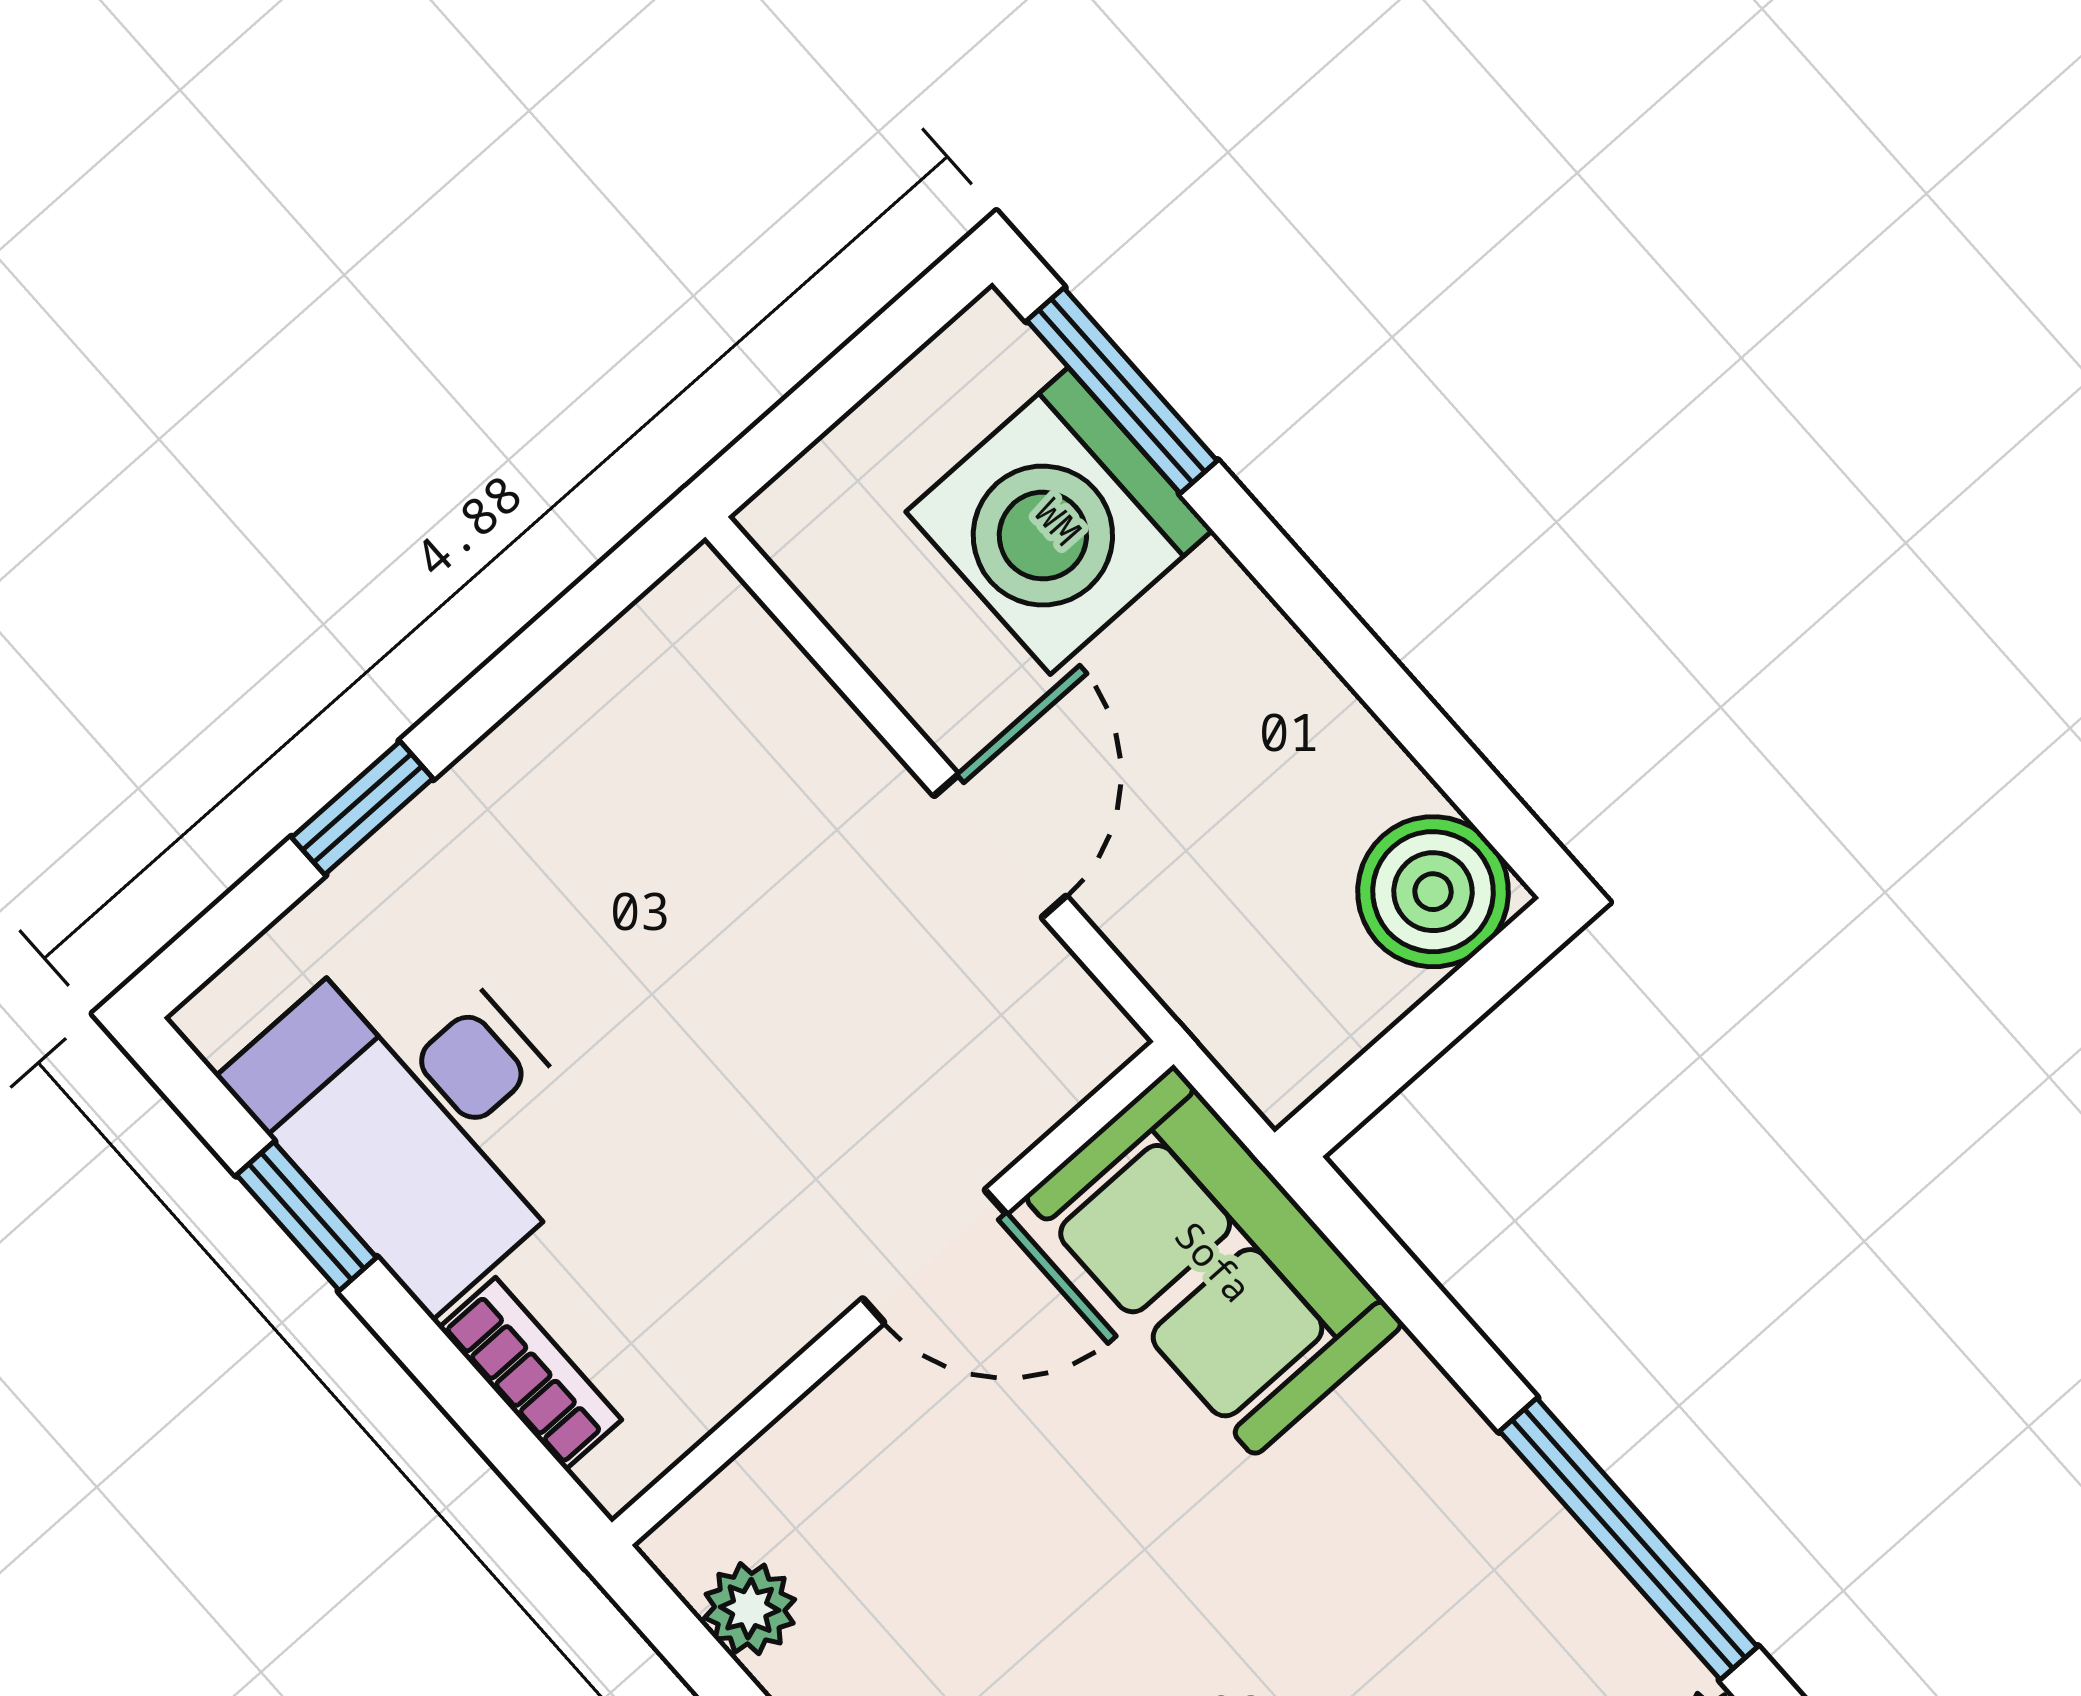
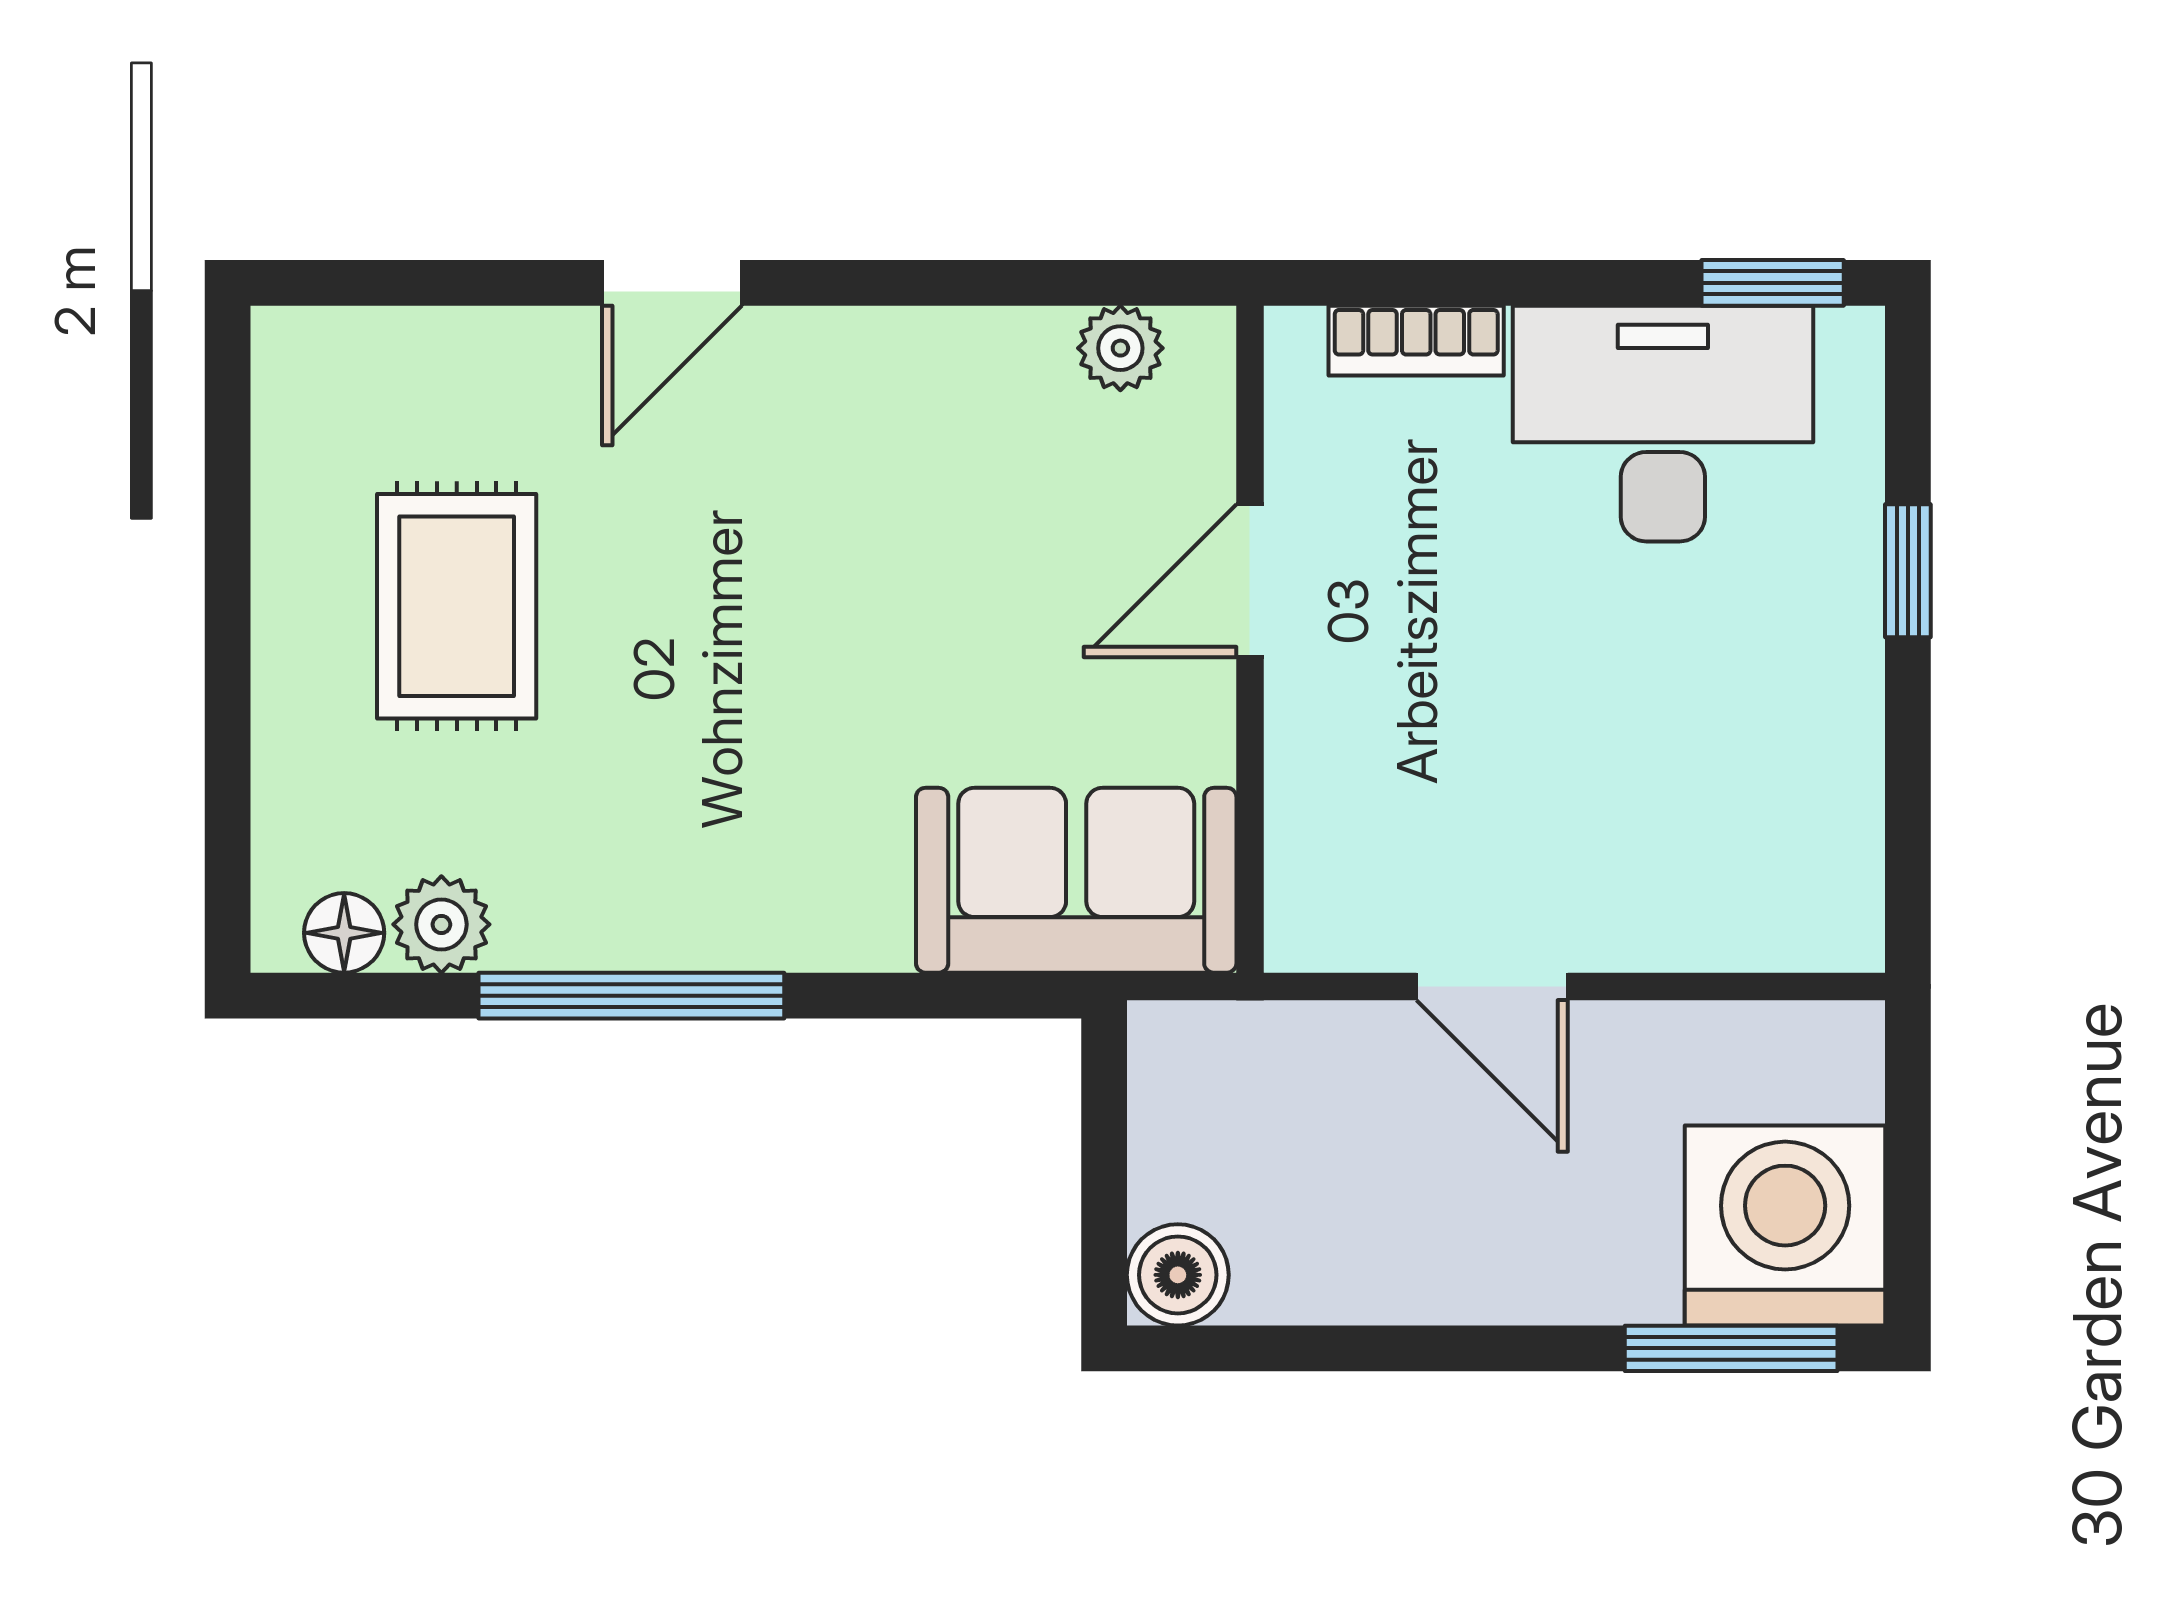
washing machine: (1059, 521) -> (1785, 1226), moved
boiler: (1433, 892) -> (1178, 1275), width x0.73, depth x0.73
window: (306, 1216) -> (1773, 283), moved
door: (935, 1256) -> (1250, 581), moved

